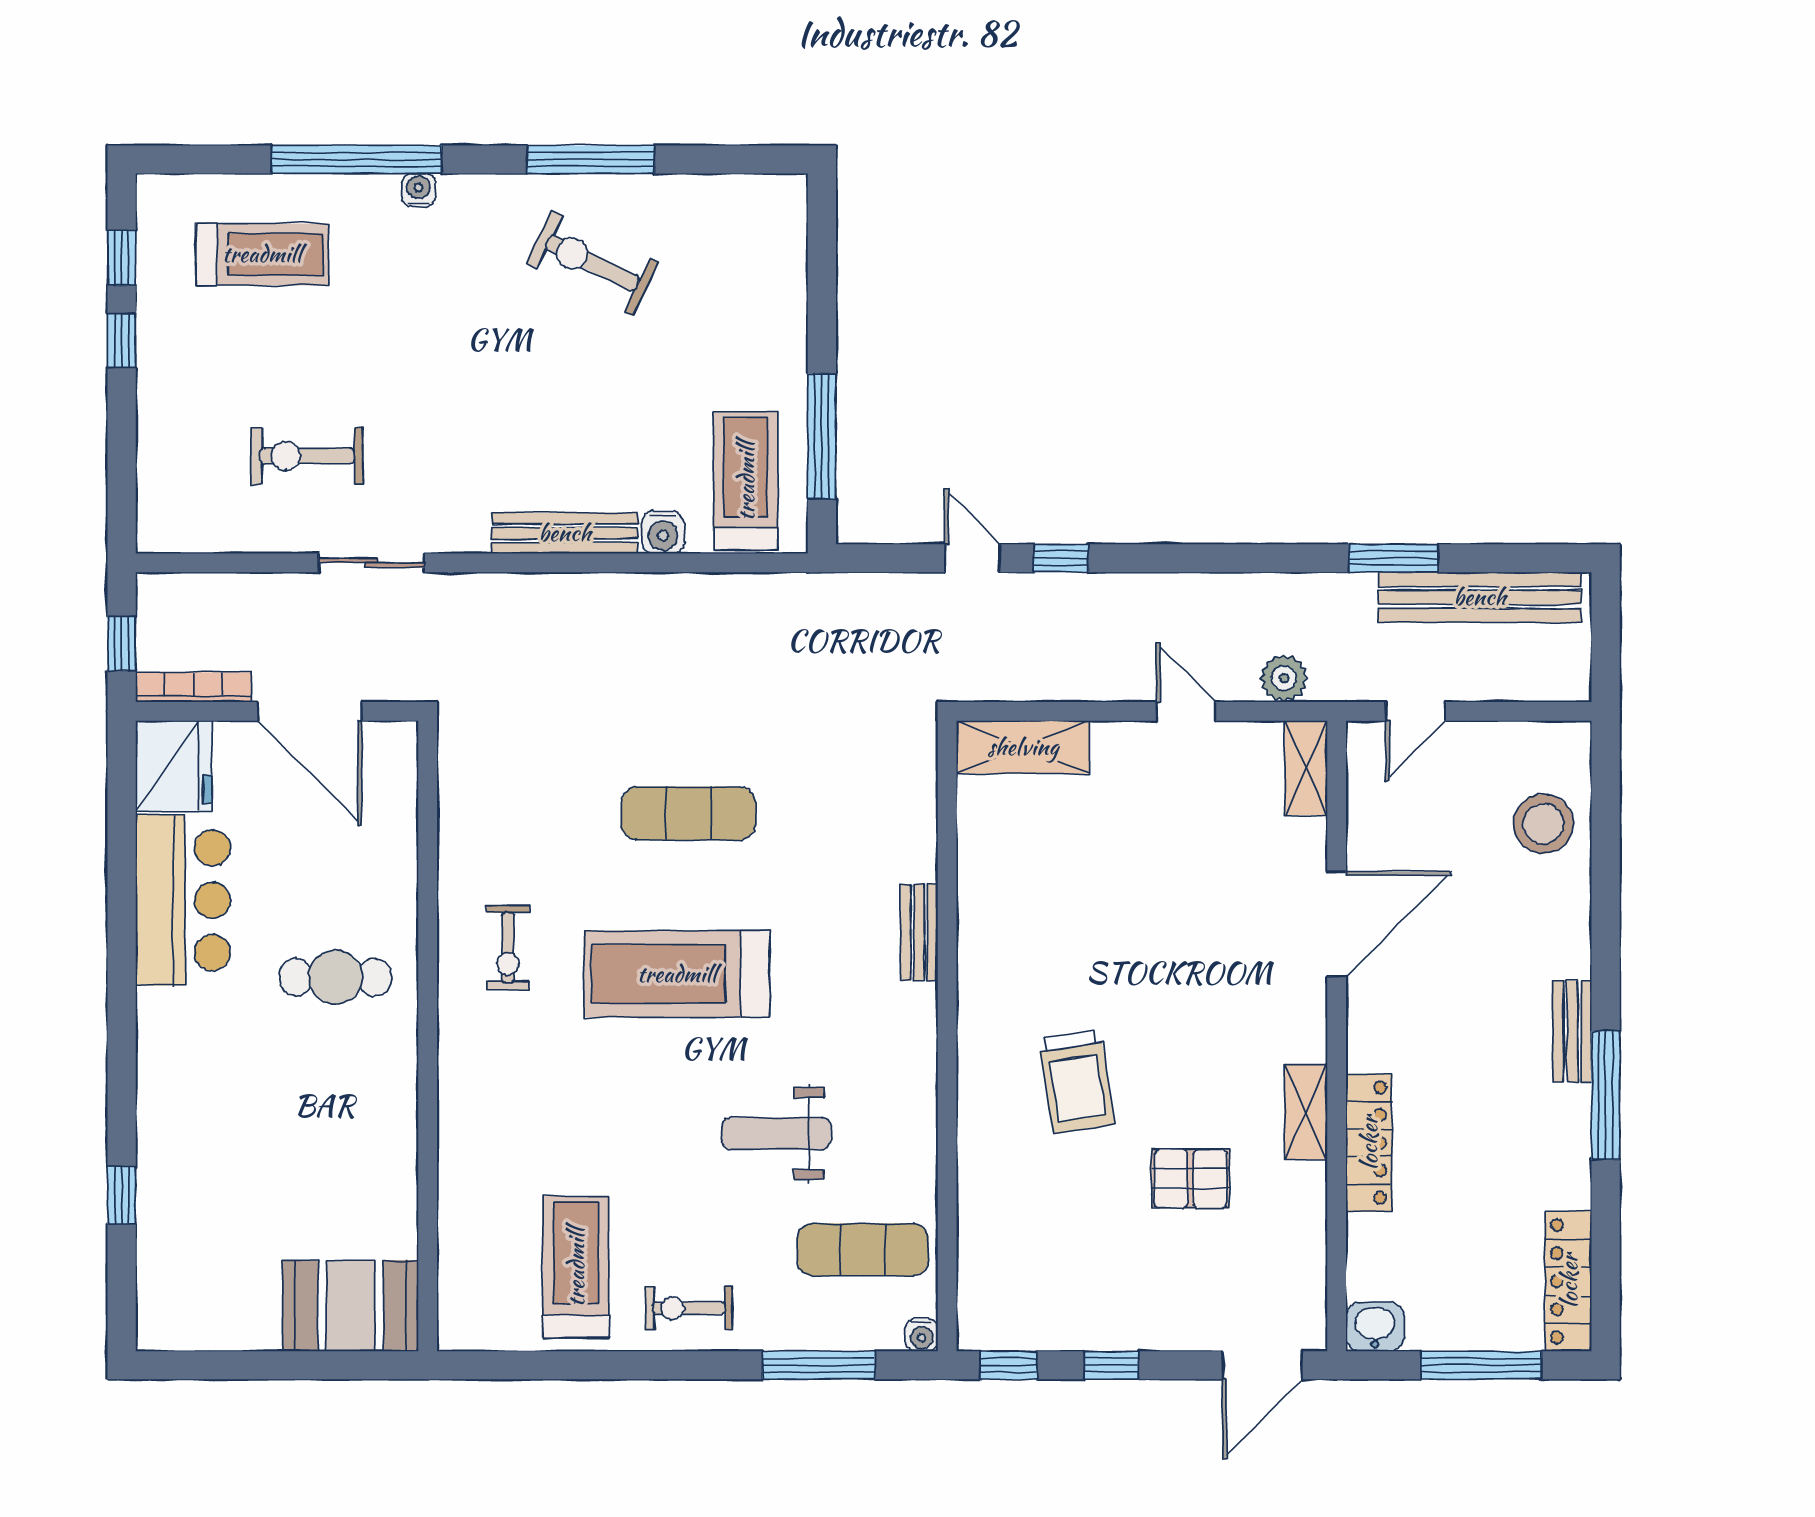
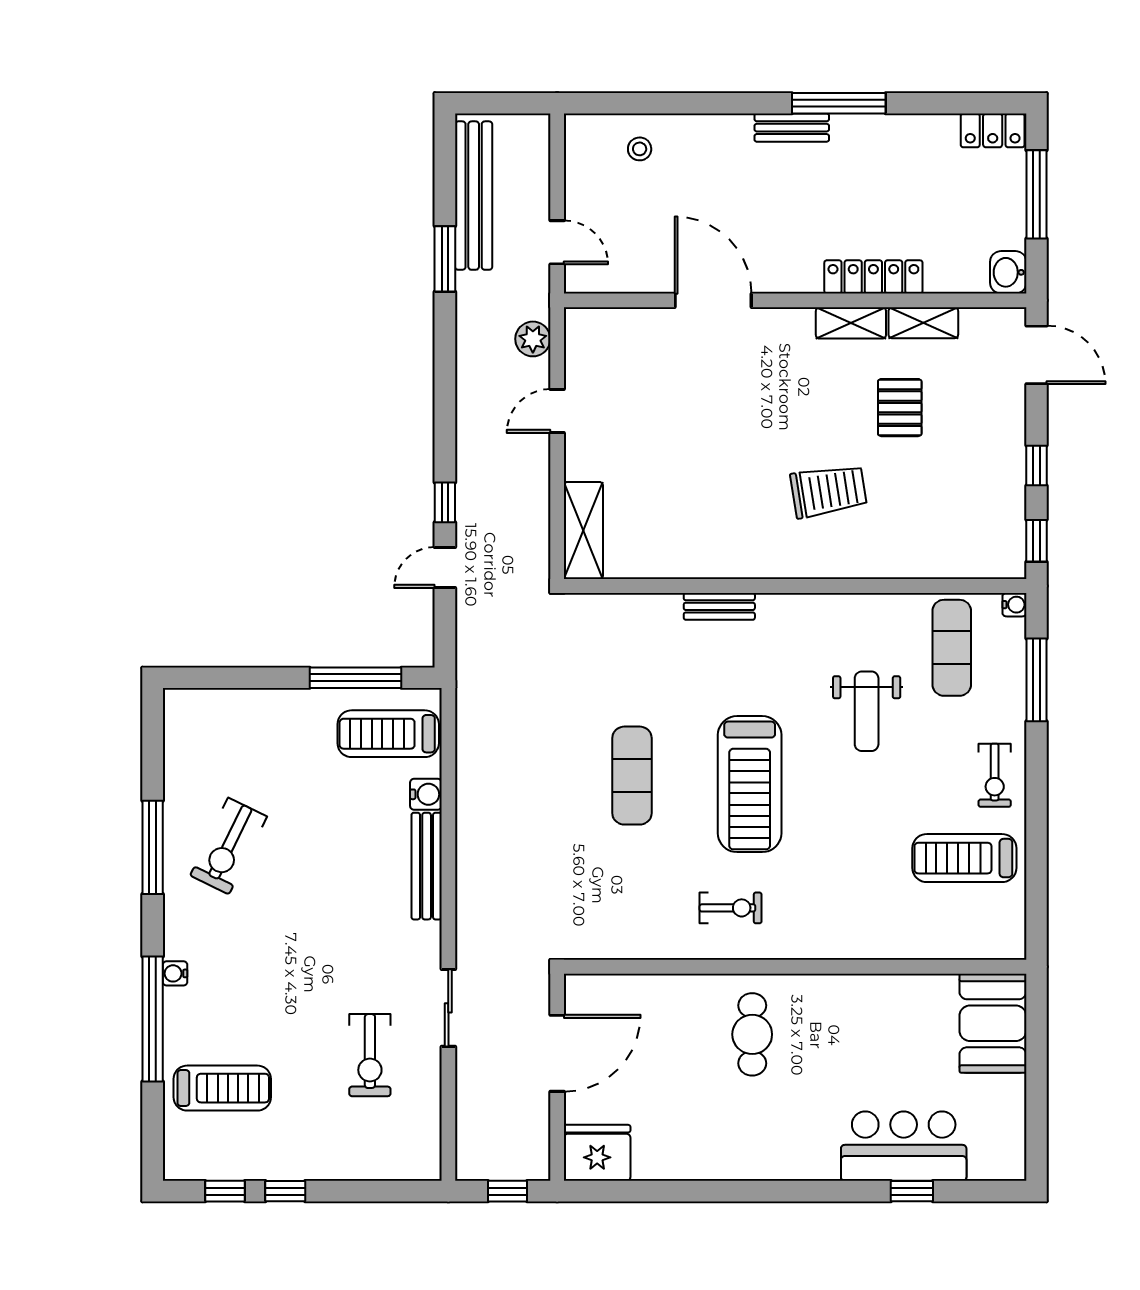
treadmill: (262, 254) -> (222, 1088), turned 90
bookcase: (193, 687) -> (539, 1139), removed
shelving: (1306, 768) -> (923, 323), moved
stool: (1543, 824) -> (640, 149), width x0.53, depth x0.53
bar counter: (183, 900) -> (904, 1146), moved
locker: (1569, 1281) -> (993, 130), width x0.66

